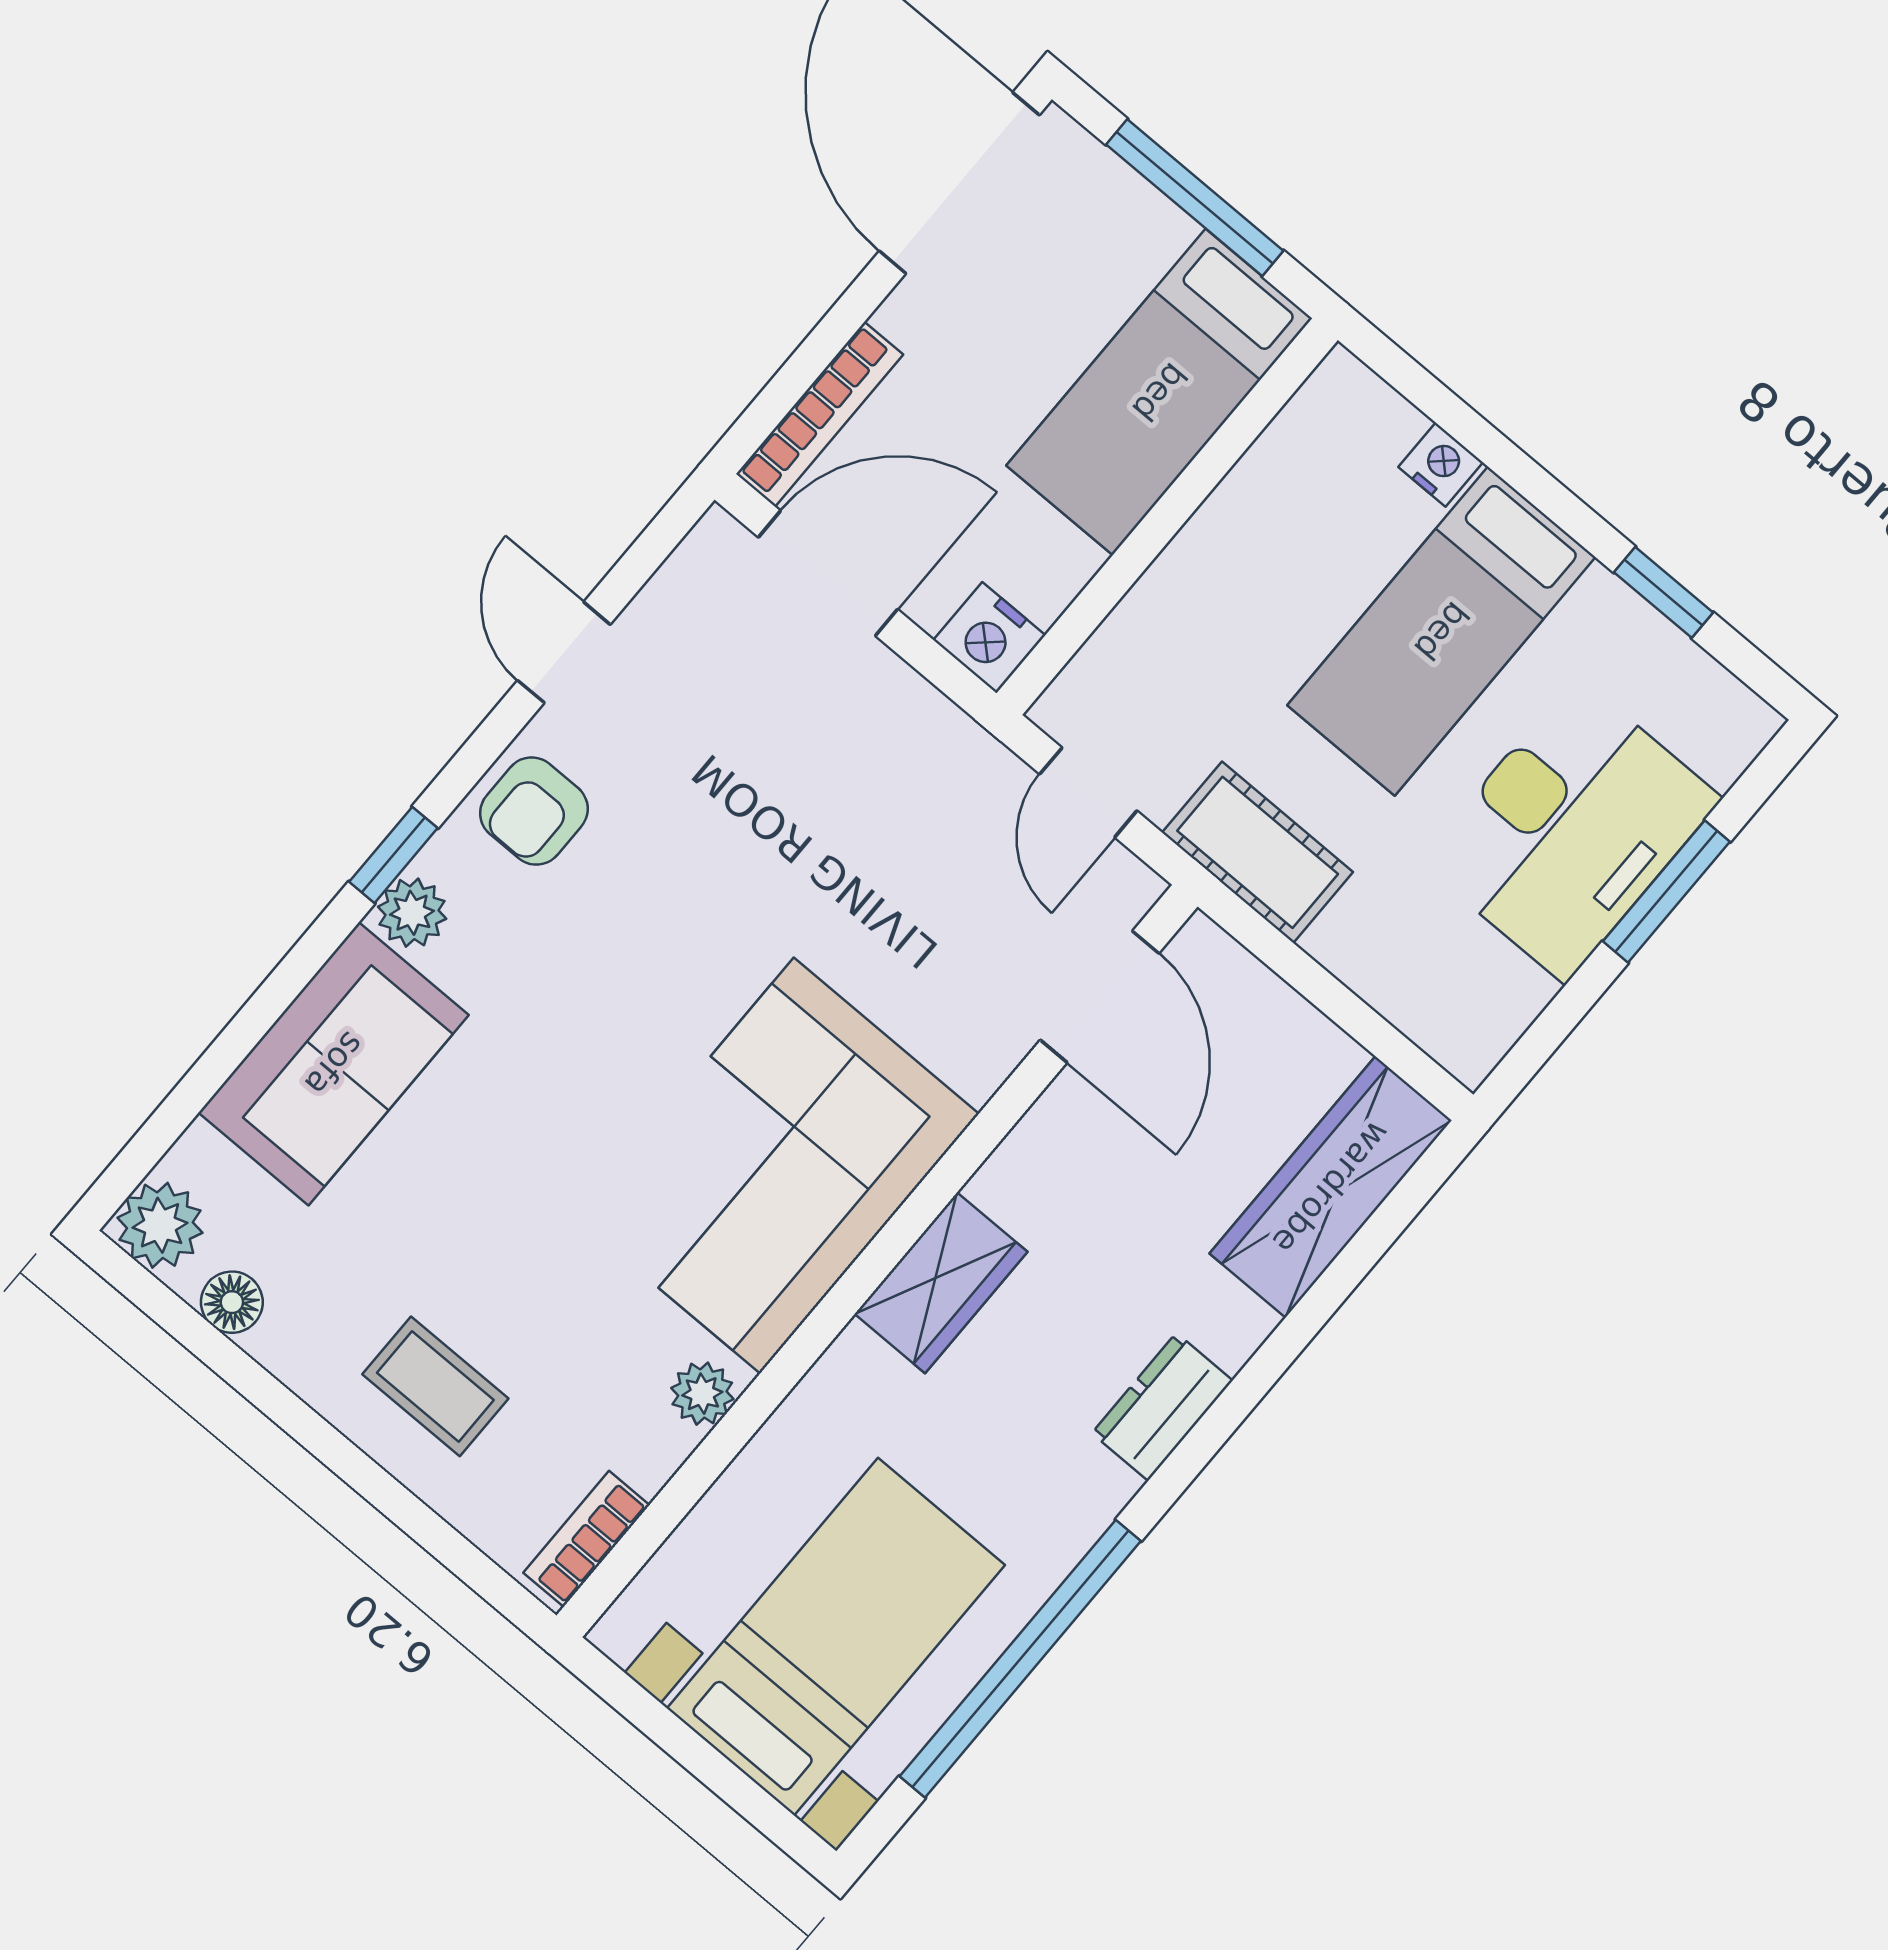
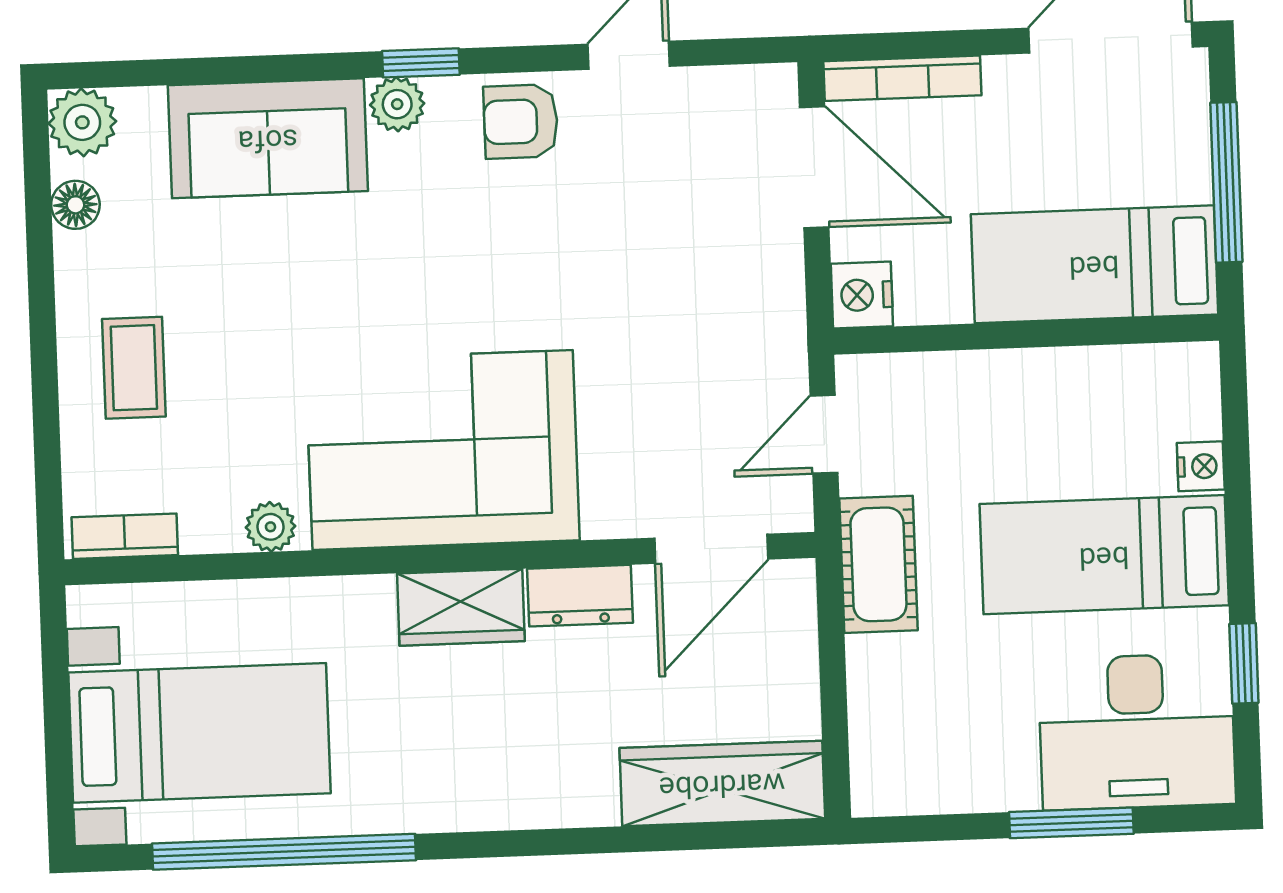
desk: (1570, 830) -> (1137, 732), moved
dresser: (1162, 1407) -> (580, 596), moved, turned 180

